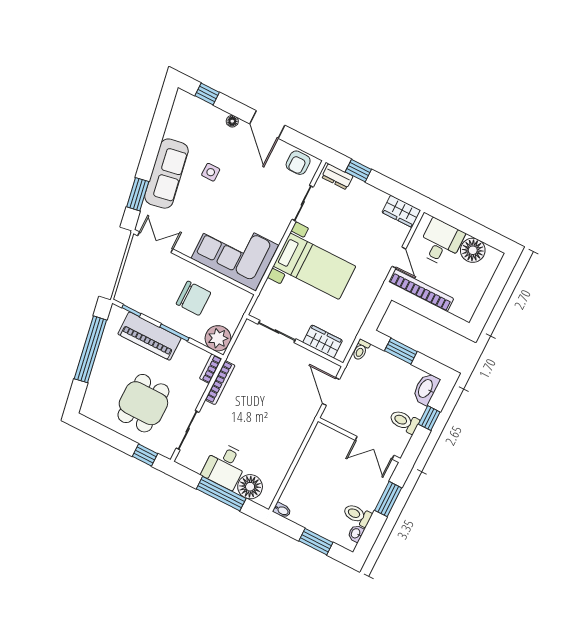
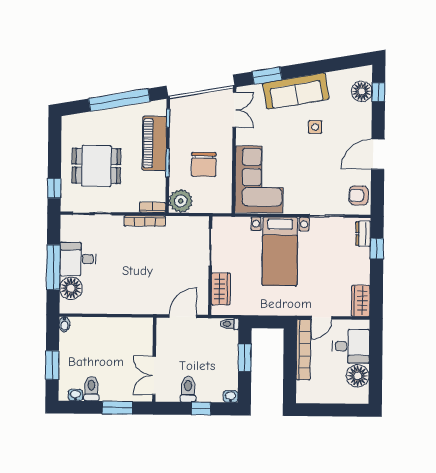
floor lamp: (232, 121) -> (362, 91), moved, width x1.89, depth x1.89
washbasin: (426, 389) -> (231, 396), width x0.52, depth x0.69

